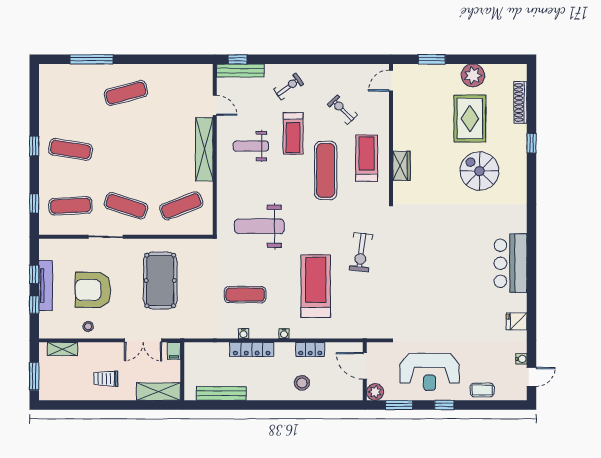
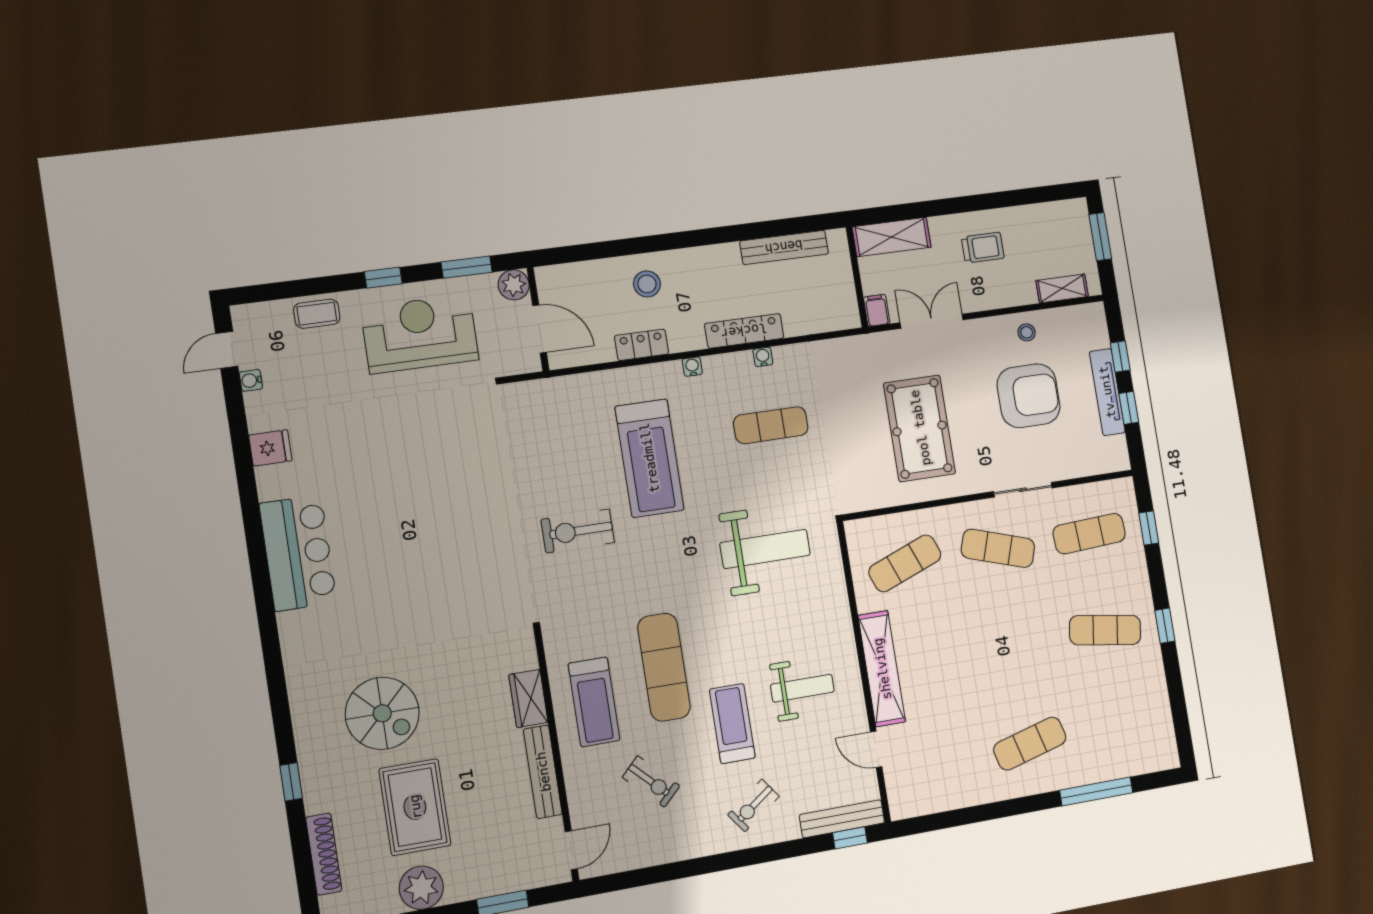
bench: (400, 125) -> (543, 772), added
exercise bike: (361, 252) -> (578, 531), turned -97

